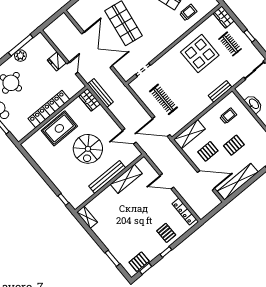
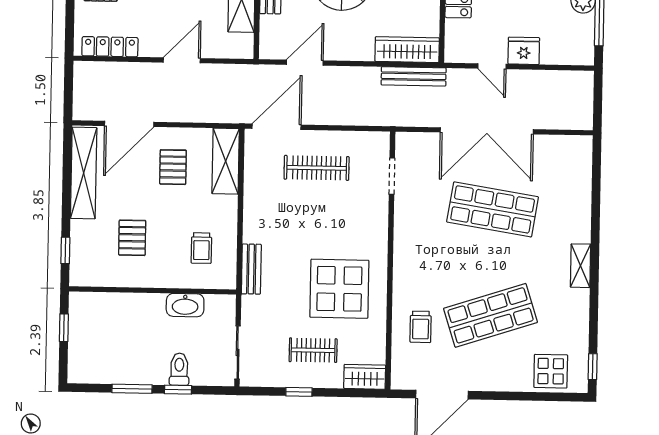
wardrobe: (89, 100) -> (407, 50), width x1.50
pallet: (234, 145) -> (132, 238), moved

